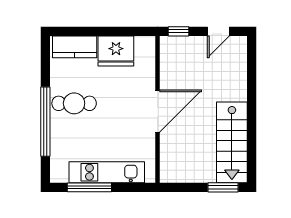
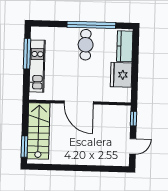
door: (218, 31) -> (133, 146), swing flipped
window: (45, 122) -> (91, 25), moved
stairs: (232, 142) -> (39, 131), moved, turned 90

